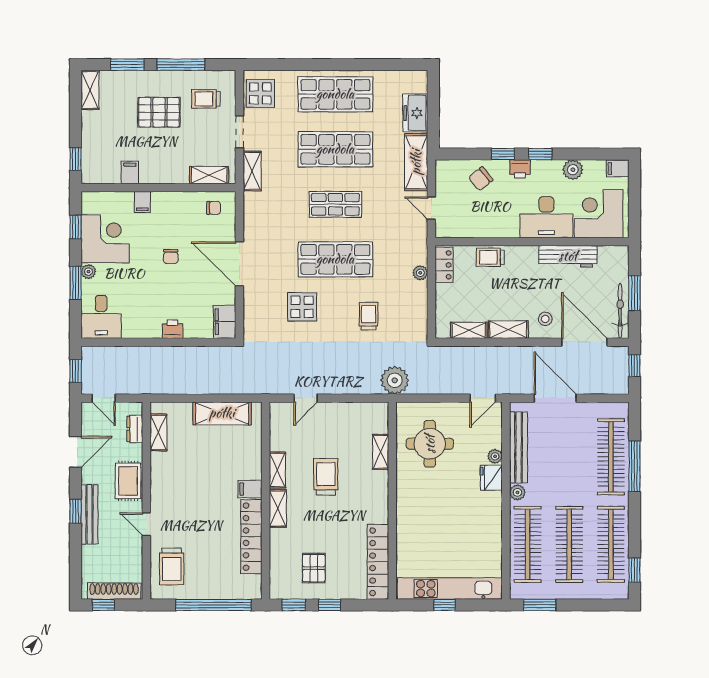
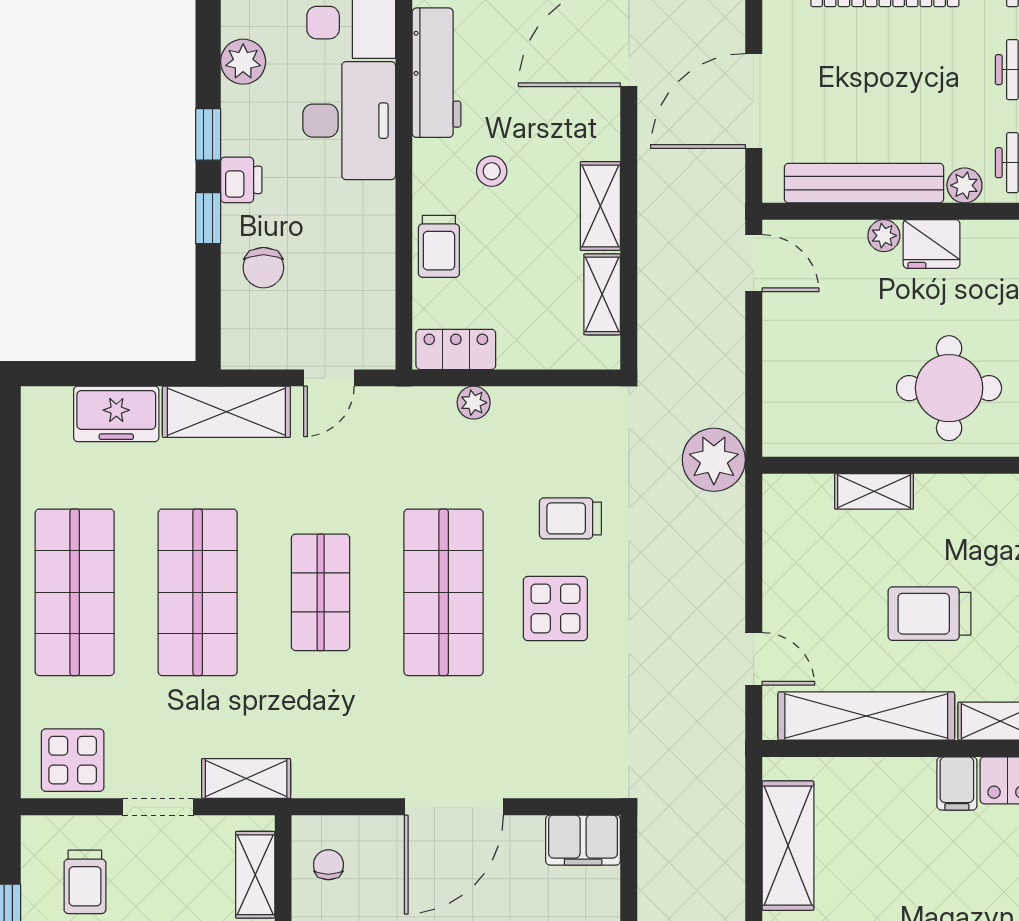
chair: (481, 179) -> (263, 268), turned 39
display table: (302, 307) -> (555, 609), moved
stool: (545, 319) -> (492, 171), moved
round table: (430, 444) -> (949, 388), moved
shelving: (277, 470) -> (866, 716), width x2.20, depth x1.33

